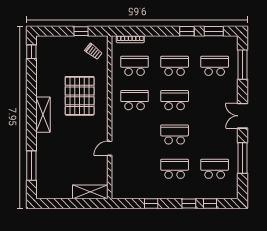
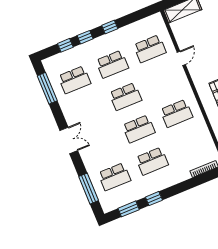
school desk: (135, 66) -> (150, 49), moved
window: (242, 158) -> (47, 88), moved
window: (151, 203) -> (110, 27), moved

